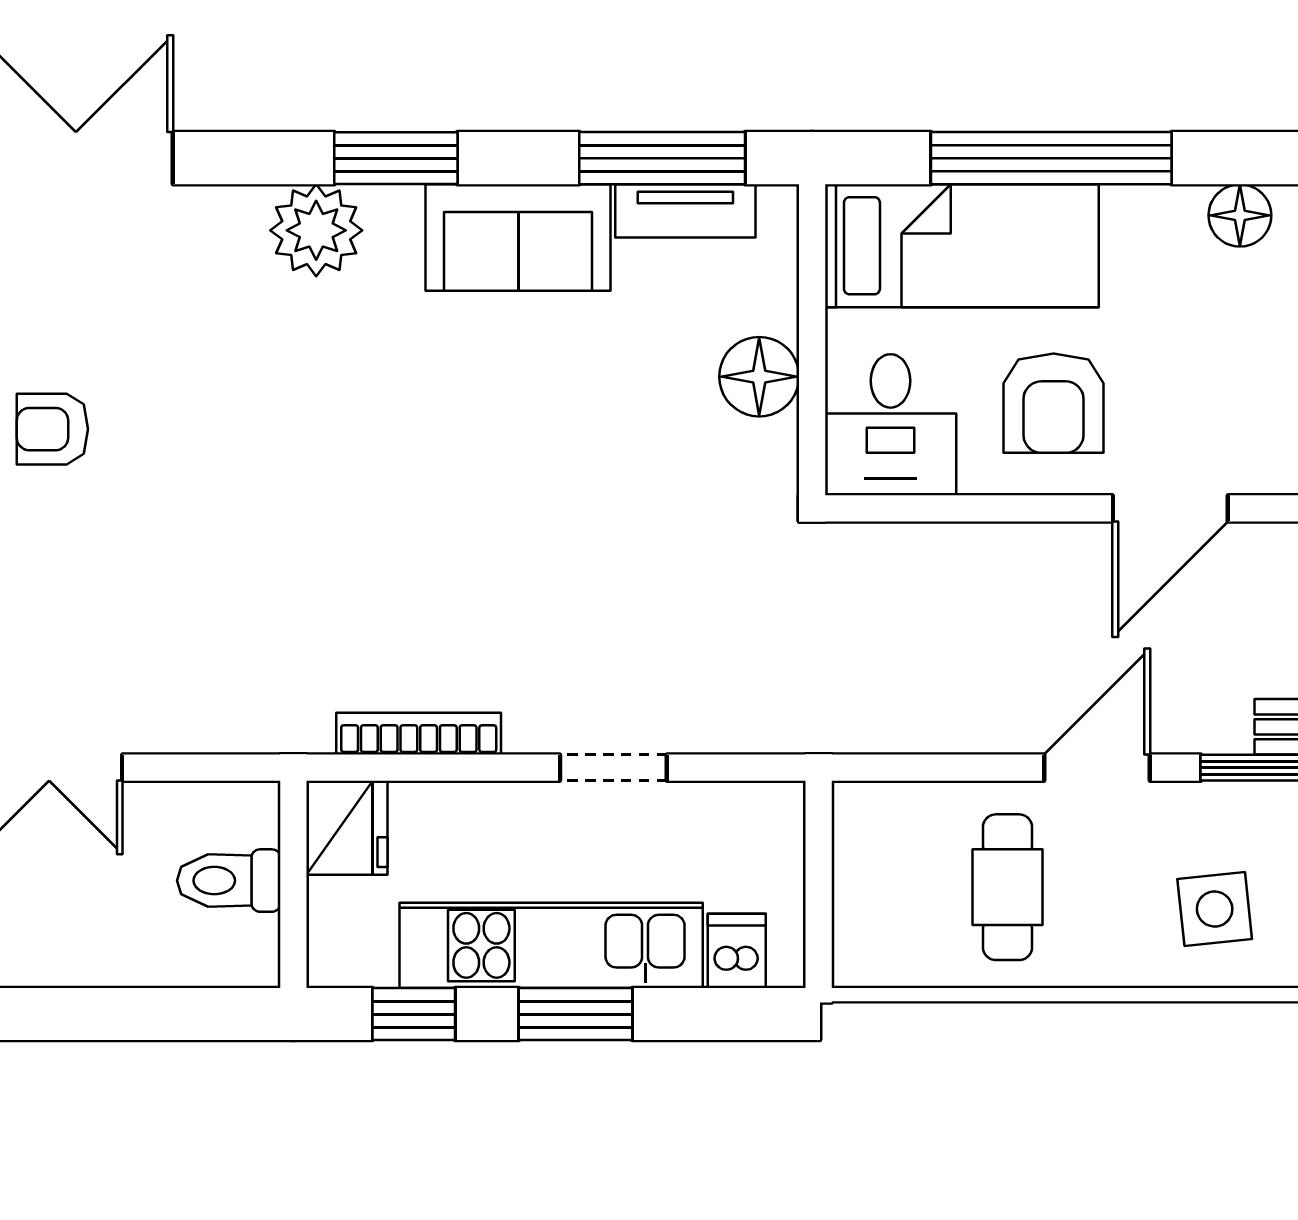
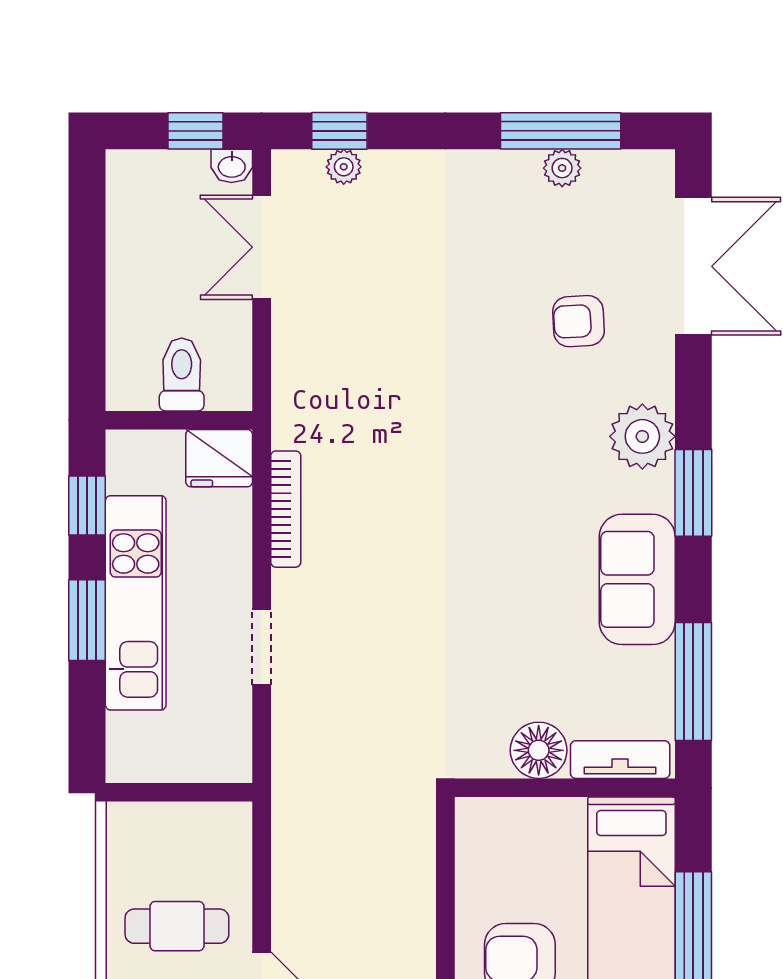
tv unit: (685, 211) -> (620, 760), moved, turned 90
desk: (891, 425) -> (505, 843), removed
armchair: (52, 429) -> (578, 321), moved, turned -93
dishwasher: (737, 951) -> (132, 734), removed

